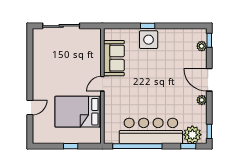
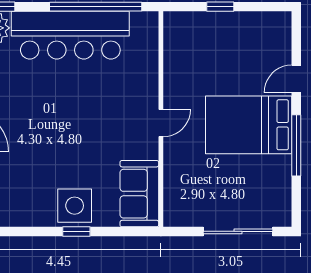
sofa: (114, 58) -> (139, 194), moved
window: (30, 72) -> (296, 145), added
bed: (78, 112) -> (249, 125), moved, turned 180

